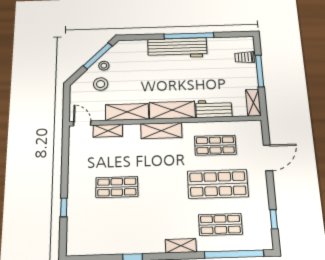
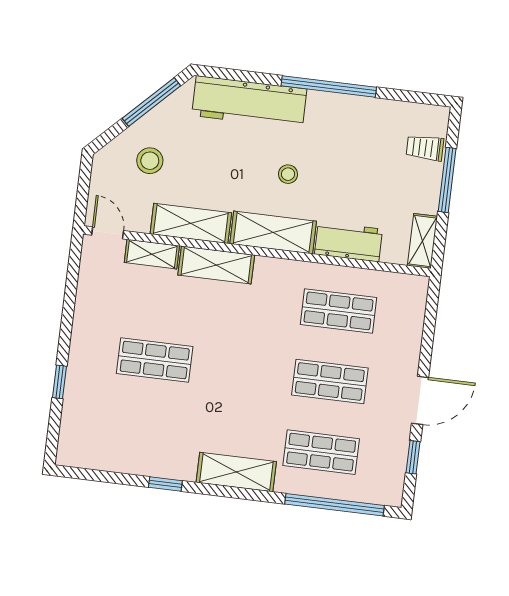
workbench: (177, 48) -> (249, 102), moved
stool: (104, 66) -> (288, 174), moved
shelving: (161, 131) -> (216, 265), moved
door: (268, 158) -> (420, 400), moved
shop shelf: (218, 184) -> (330, 382), width x0.70, depth x0.74
shelving: (181, 246) -> (236, 472), width x1.50, depth x1.33

